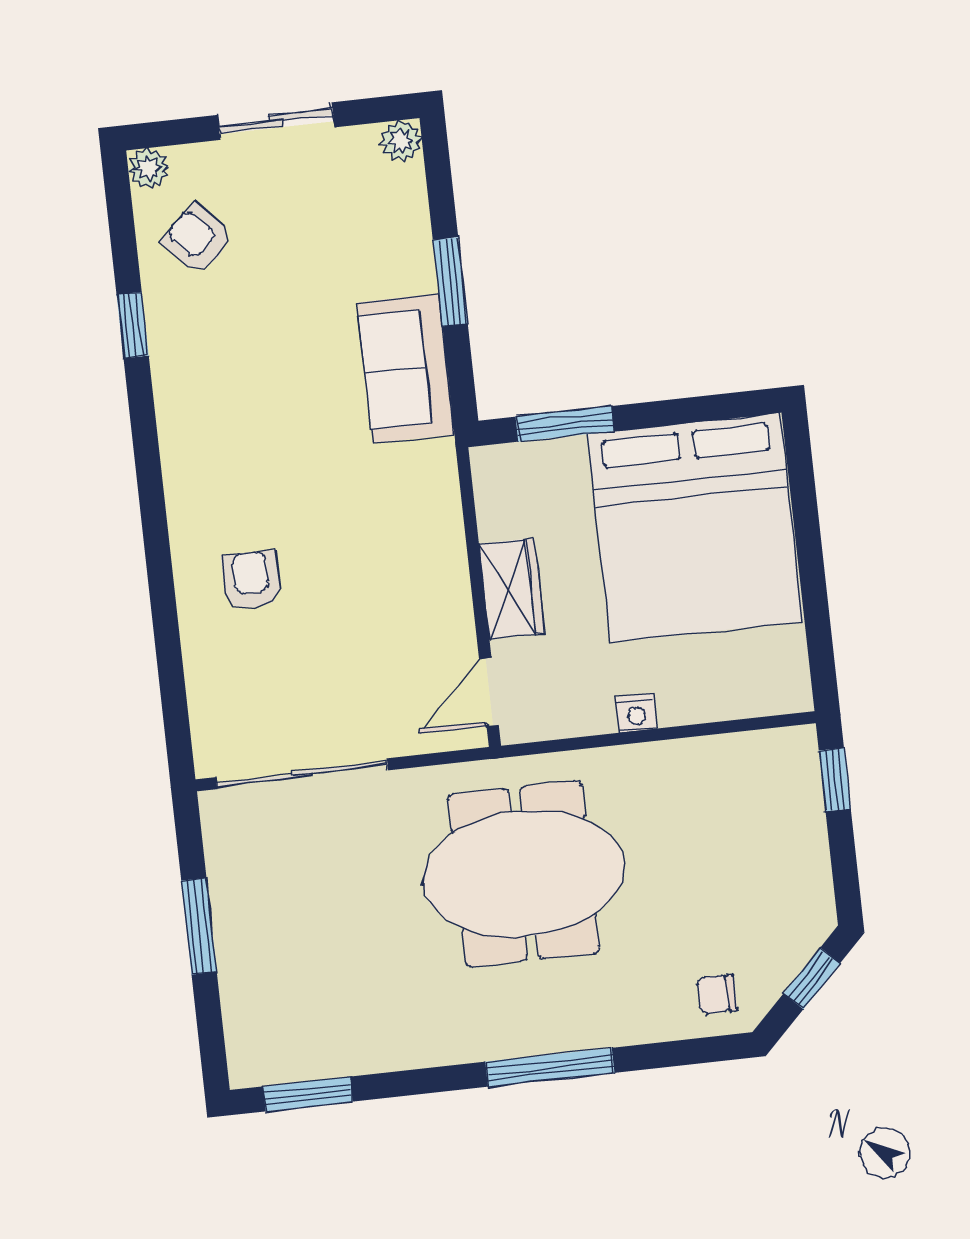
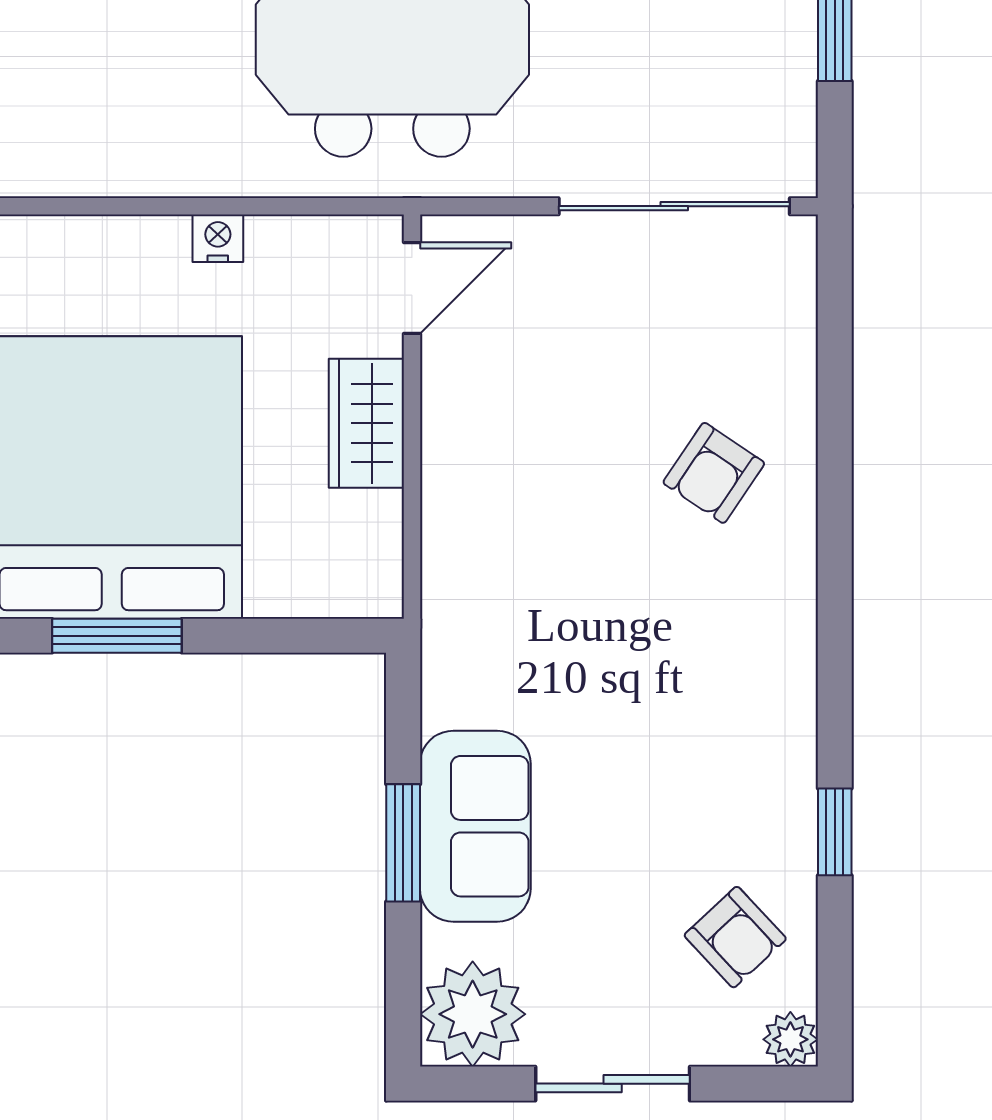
plant: (401, 141) -> (473, 1014), width x1.87, depth x1.87
sofa: (406, 368) -> (475, 826), moved
window: (565, 424) -> (117, 636), moved
armchair: (251, 580) -> (714, 473), turned 34

